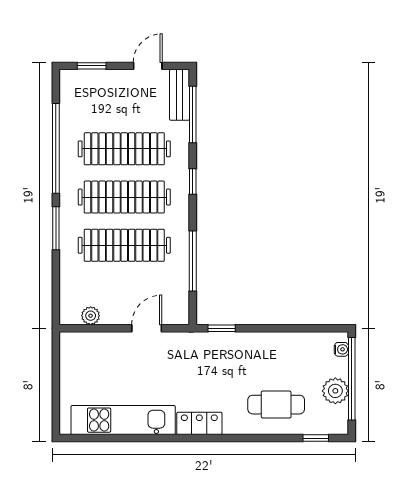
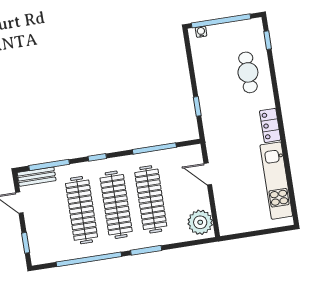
plant: (91, 316) -> (200, 222), width x1.88, depth x1.88
window: (222, 328) -> (197, 106), moved
plant: (335, 391) -> (231, 31), removed

